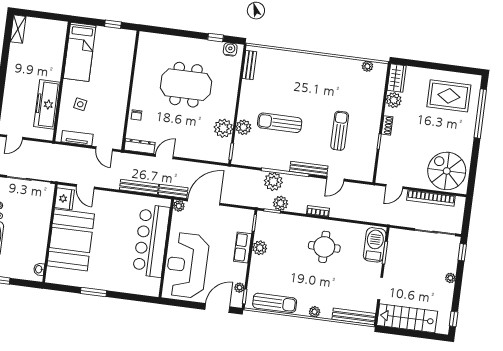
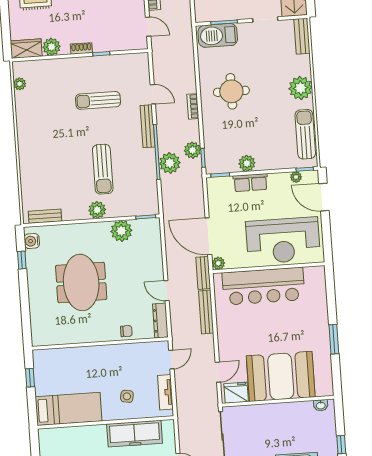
plant: (243, 127) -> (97, 210), moved
plant: (315, 312) -> (301, 88), width x1.88, depth x1.88
bench: (354, 316) -> (302, 36), width x0.73

